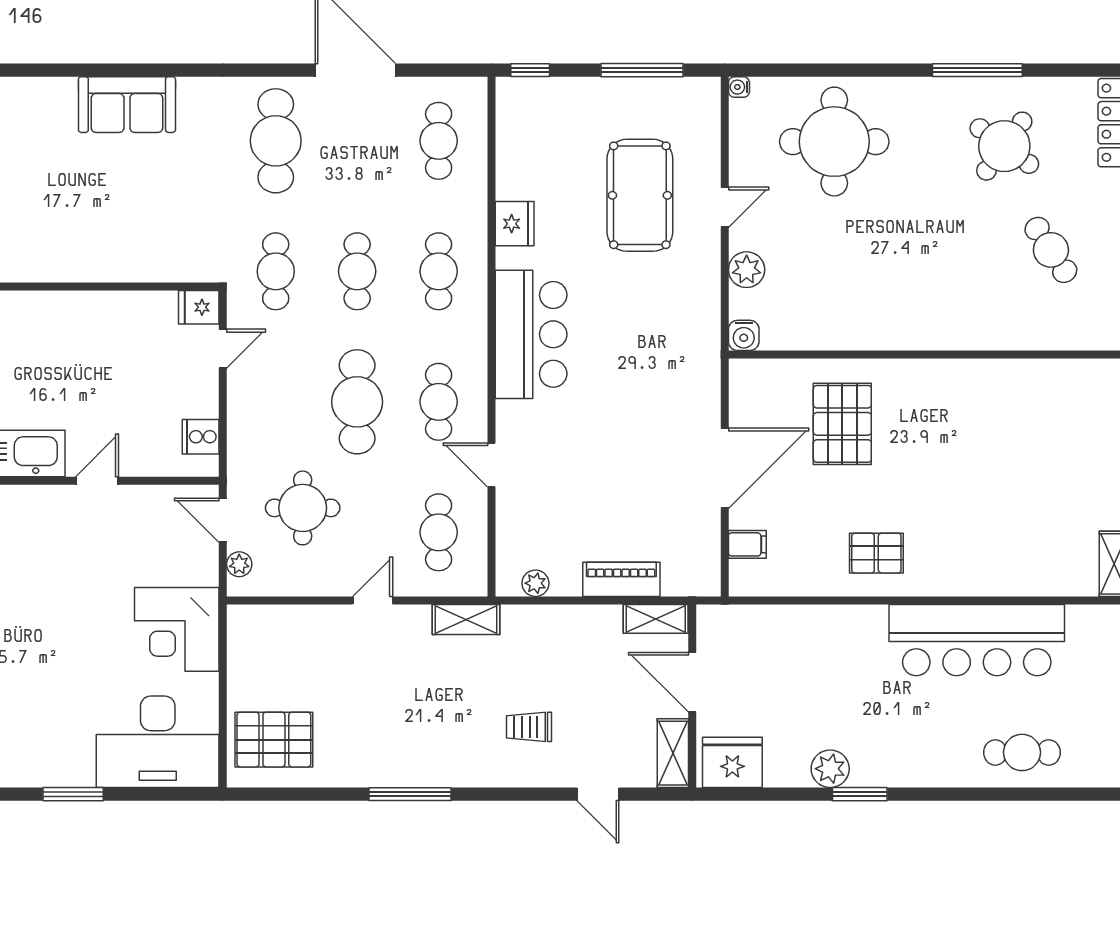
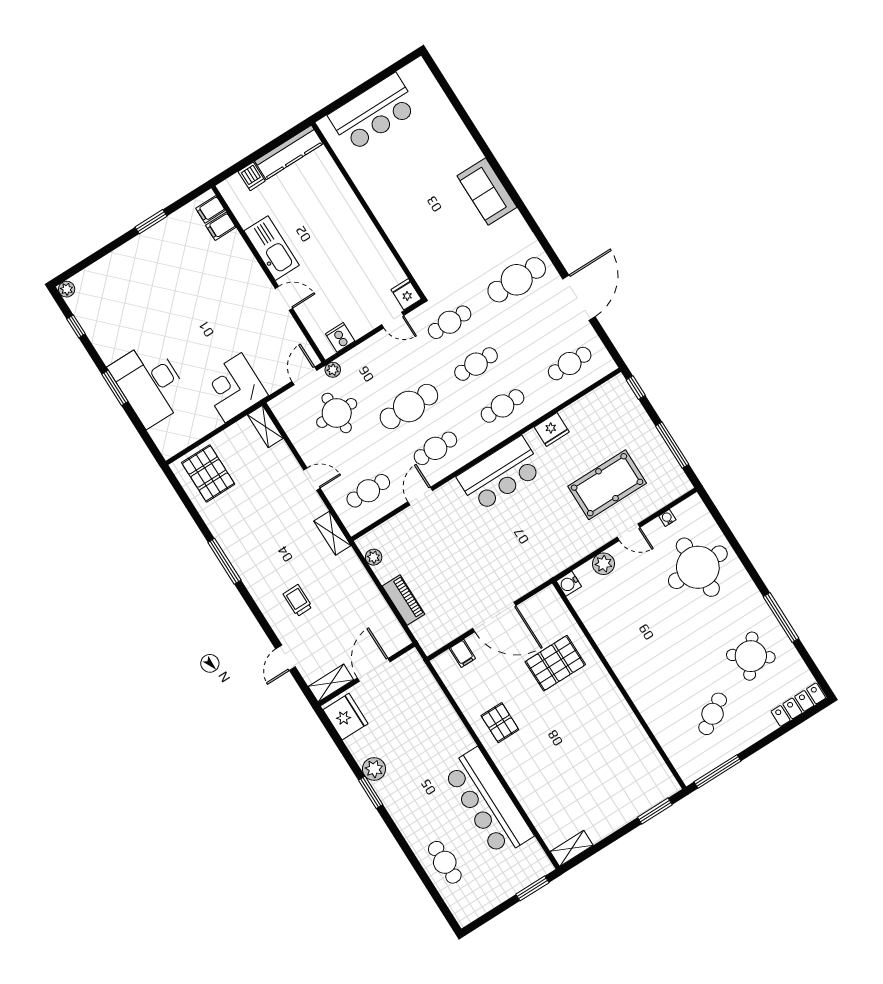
water cooler: (739, 87) -> (667, 518), moved
plant: (239, 564) -> (333, 370), moved
shelving: (656, 619) -> (265, 427), moved
desk: (158, 742) -> (150, 384), moved

